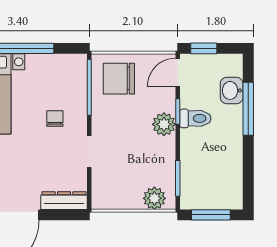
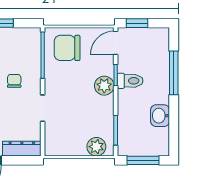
washbasin: (232, 90) -> (160, 116), moved

